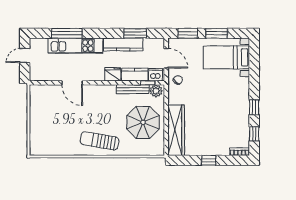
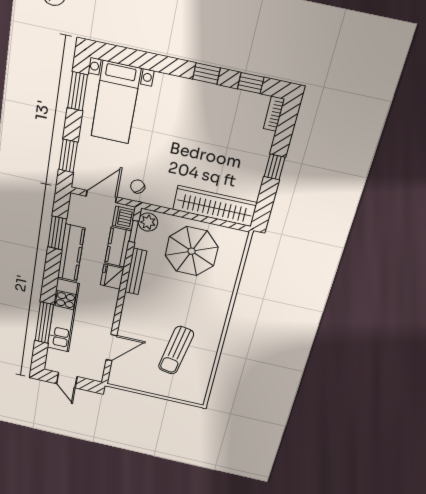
window: (217, 33) -> (78, 91), moved
door: (72, 83) -> (111, 348), moved
bench: (133, 89) -> (136, 272), moved
sun lounger: (99, 141) -> (176, 350), moved

